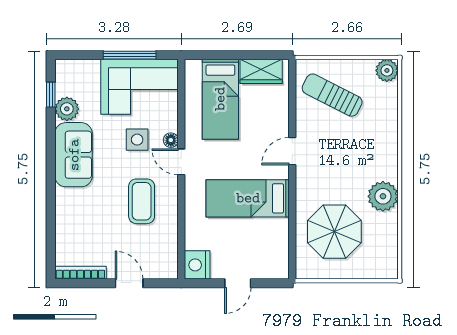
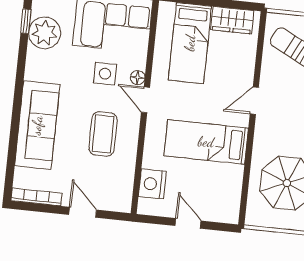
plant: (67, 109) -> (45, 33), width x1.36, depth x1.36
sofa: (74, 155) -> (37, 125), moved, width x1.36
nightstand: (197, 265) -> (152, 184), moved
door: (238, 283) -> (188, 223), swing flipped

